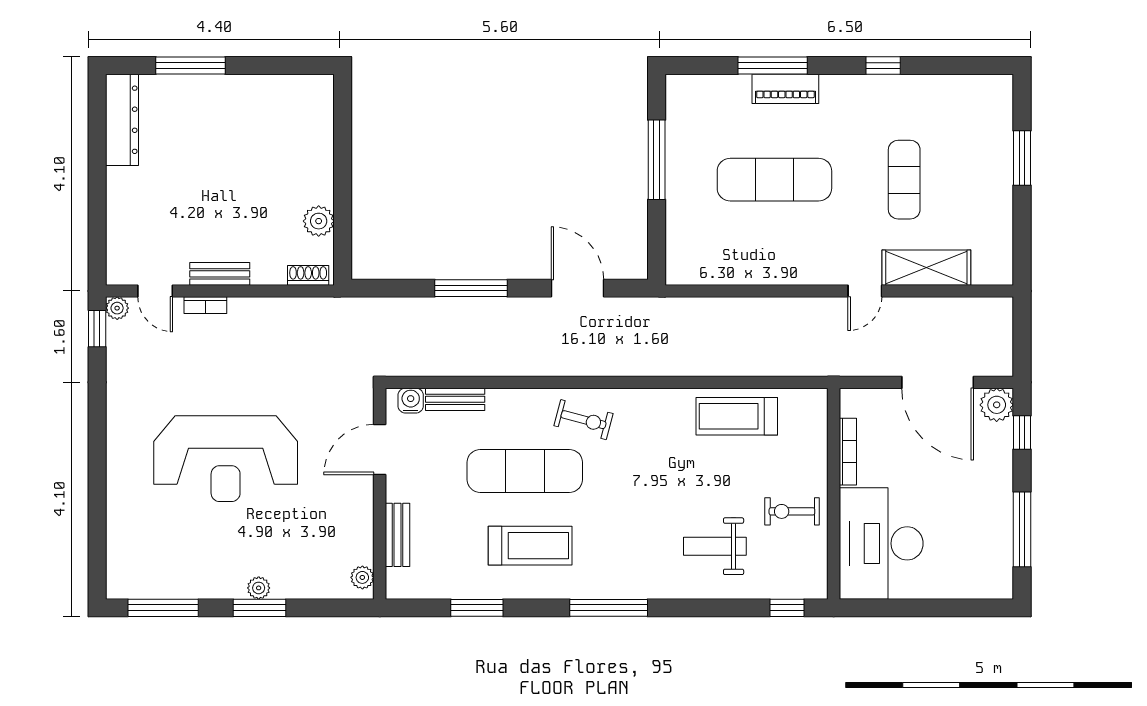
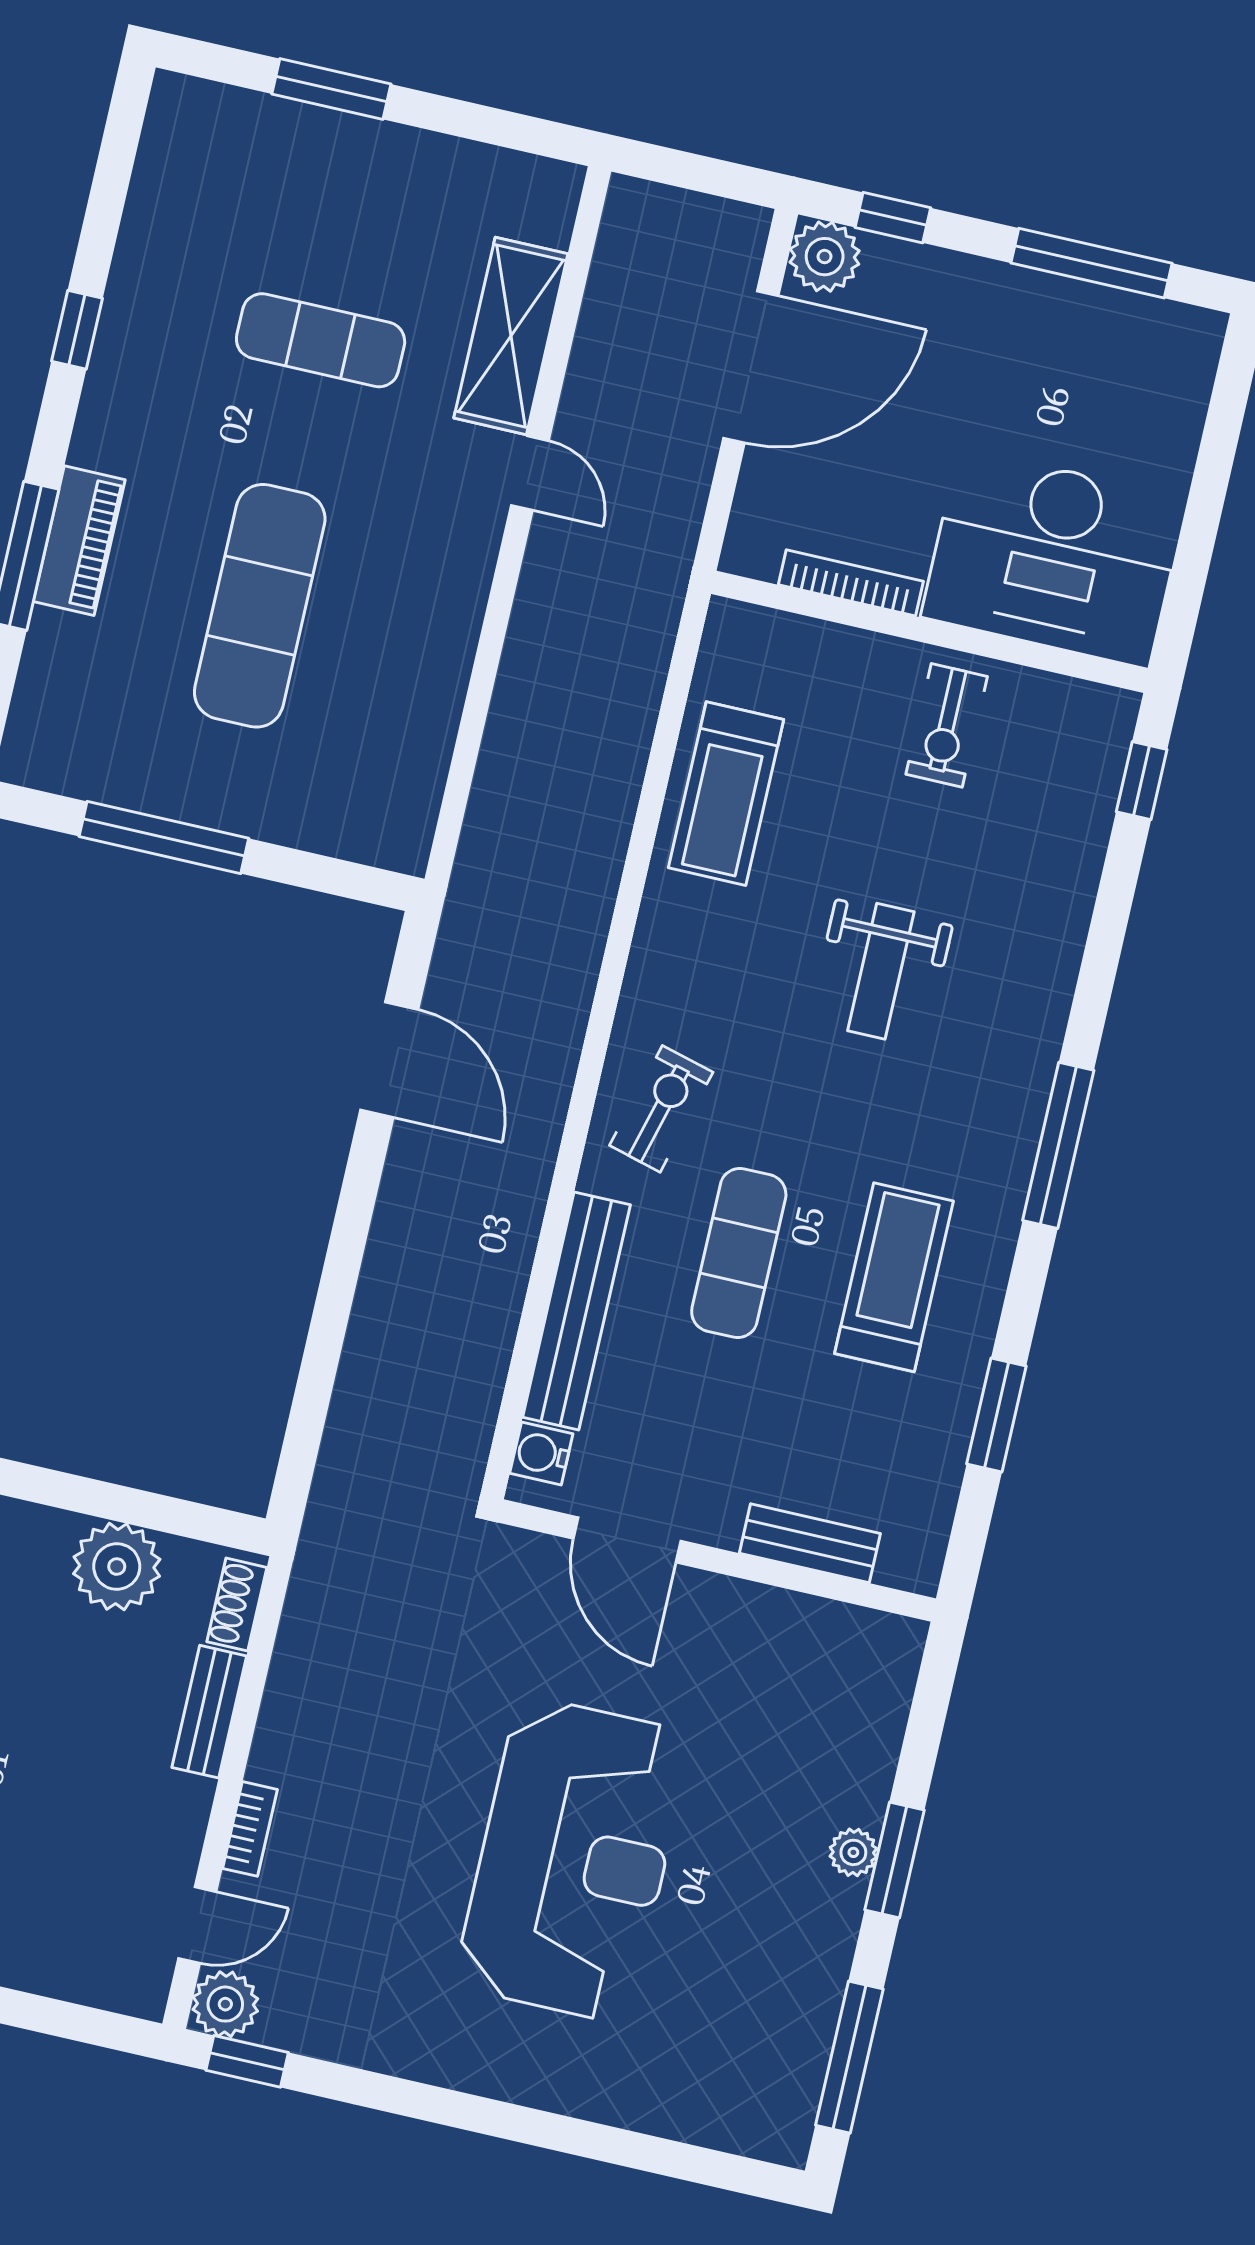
plant: (319, 221) -> (117, 1567), width x1.36, depth x1.36
bench: (220, 274) -> (209, 1712), moved
window: (471, 288) -> (339, 1277), removed
door: (577, 288) -> (389, 1060), swing flipped
plant: (117, 308) -> (225, 2004), width x1.38, depth x1.38
bench: (455, 399) -> (576, 1311), width x1.86, depth x1.21
exercise mat: (525, 471) -> (739, 1253), width x0.73, depth x0.69
weight bench: (715, 546) -> (881, 971), moved
plant: (362, 577) -> (881, 1635), removed

